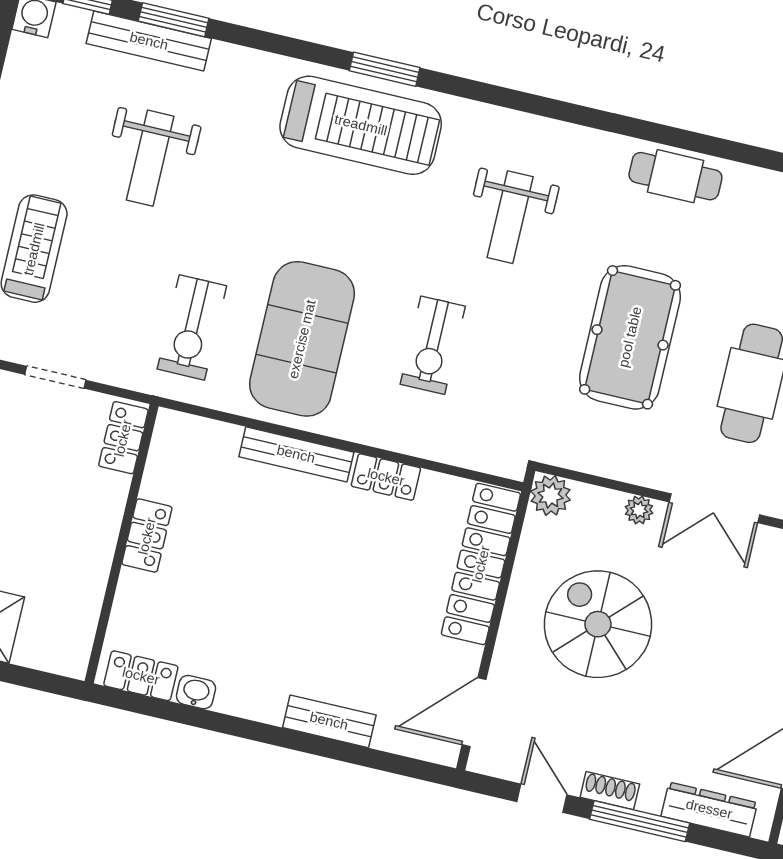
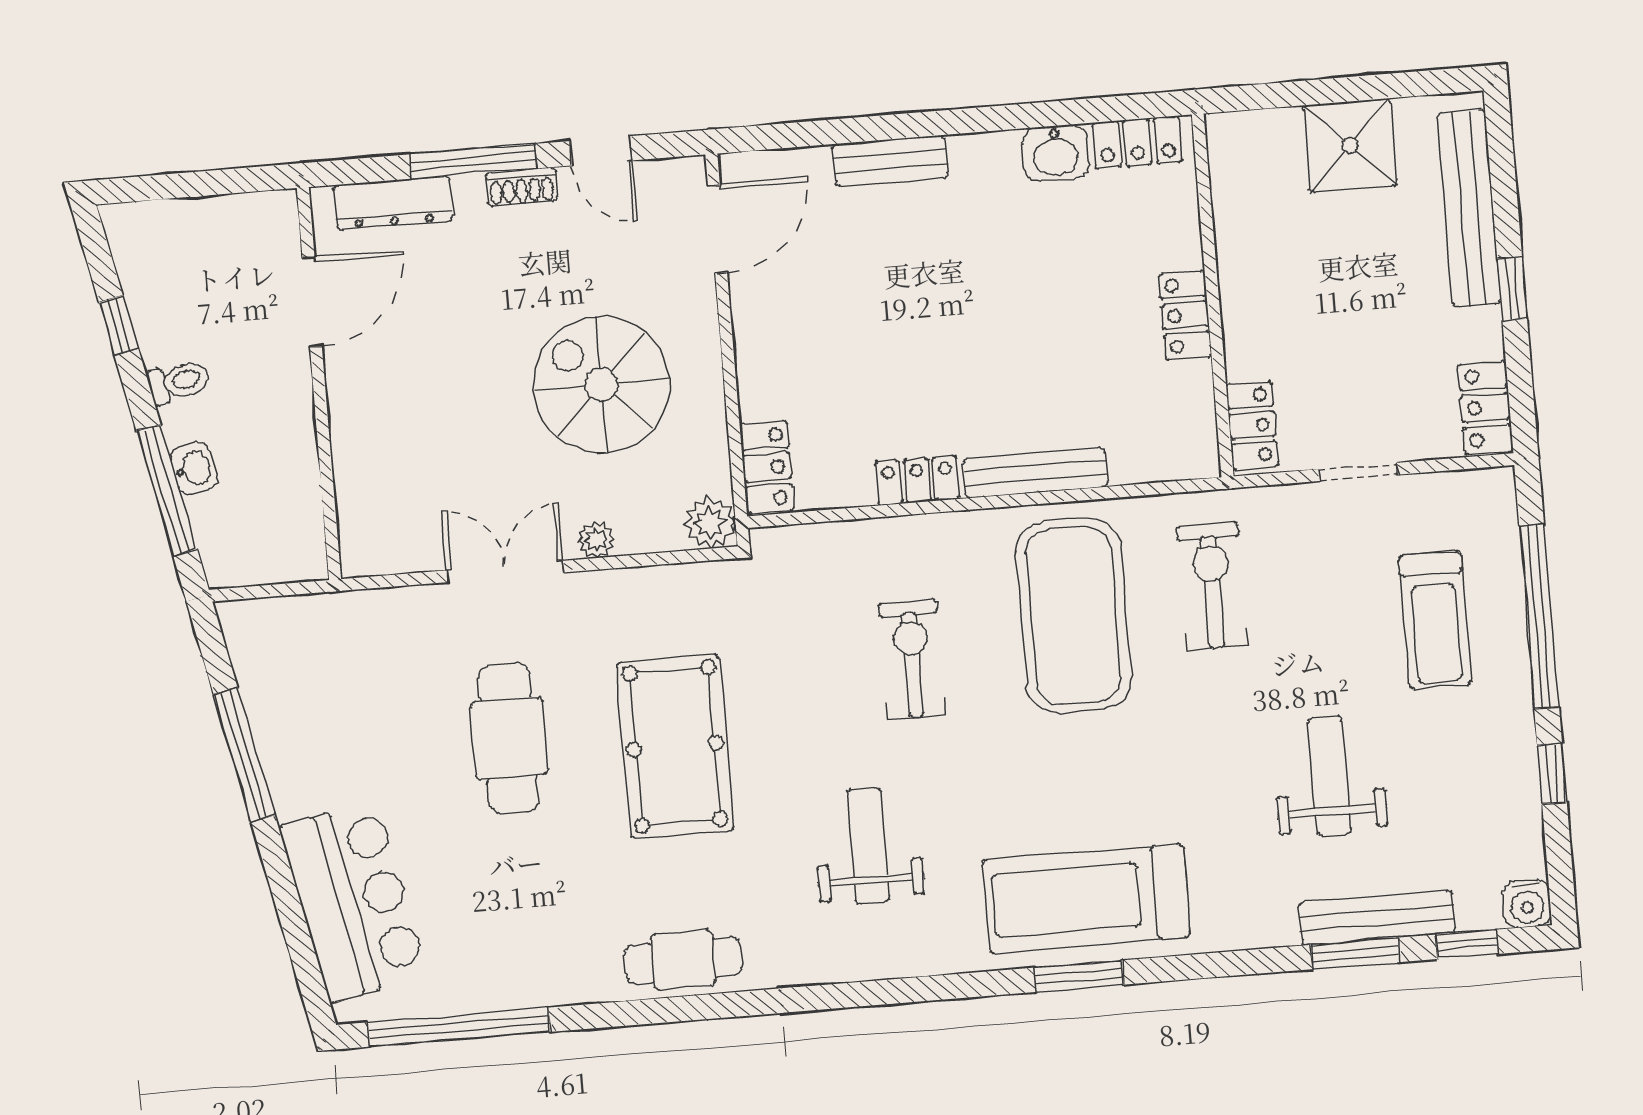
locker: (481, 564) -> (767, 467), width x0.46, depth x0.83
spiral stairs: (598, 624) -> (601, 385), turned 180
washbasin: (196, 692) -> (1056, 153), width x1.38, depth x1.45

